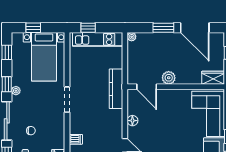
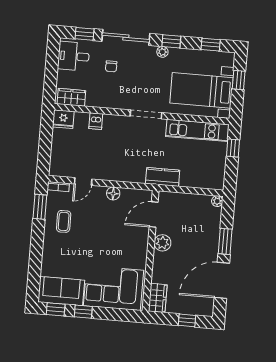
kitchen unit: (98, 39) -> (197, 130), moved, turned -90
kitchen counter: (116, 89) -> (163, 177), width x0.67

